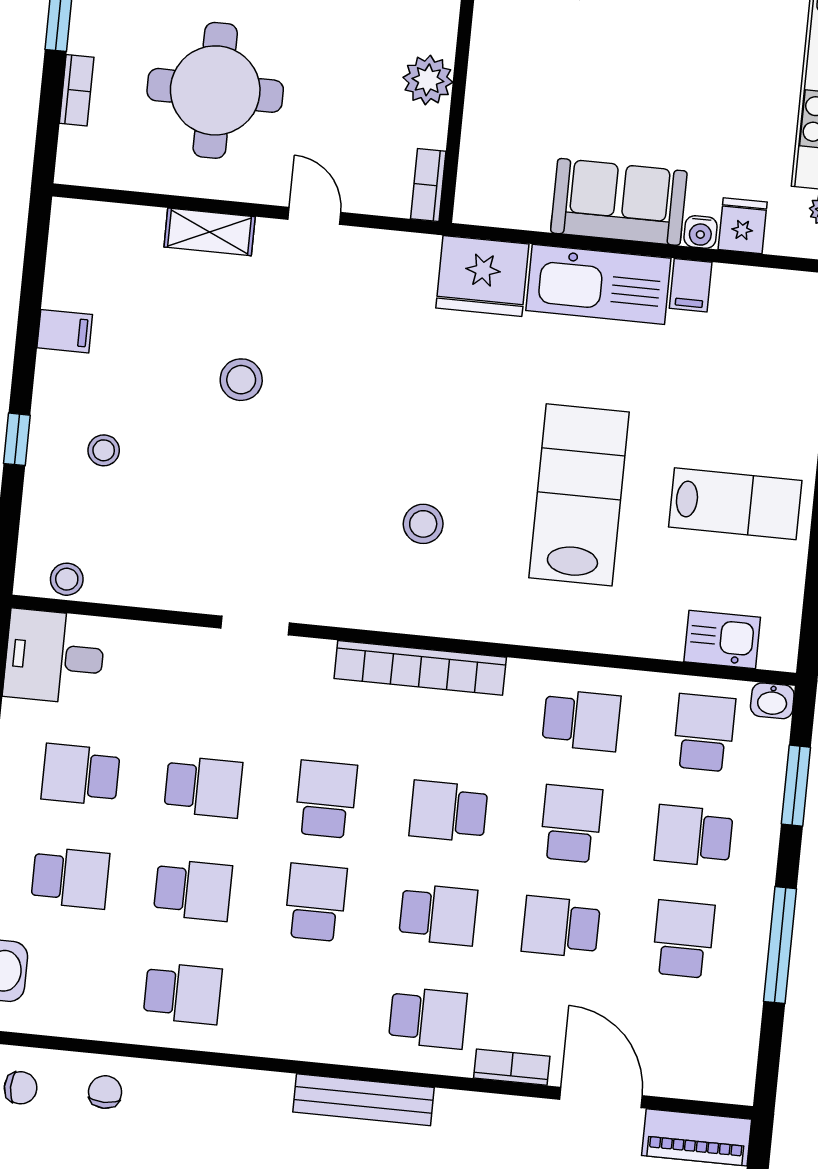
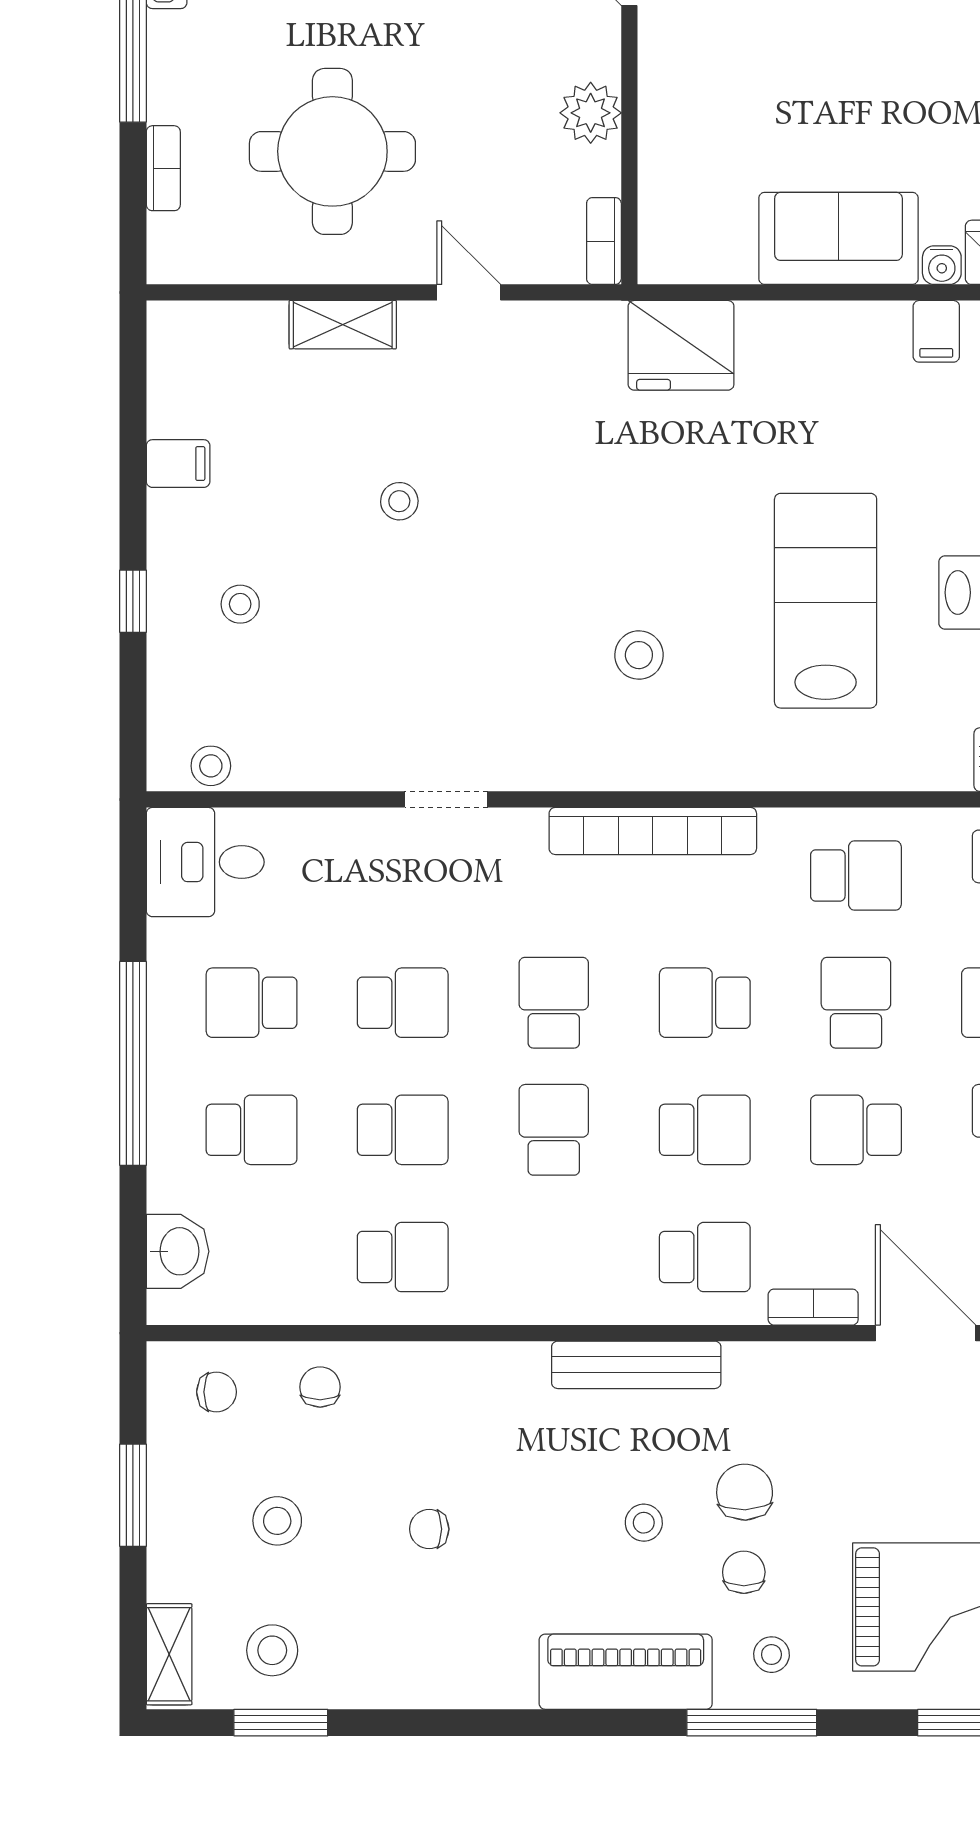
kitchen sink: (598, 284) -> (824, 341), removed
stool: (241, 380) -> (399, 501), width x0.73, depth x0.73

